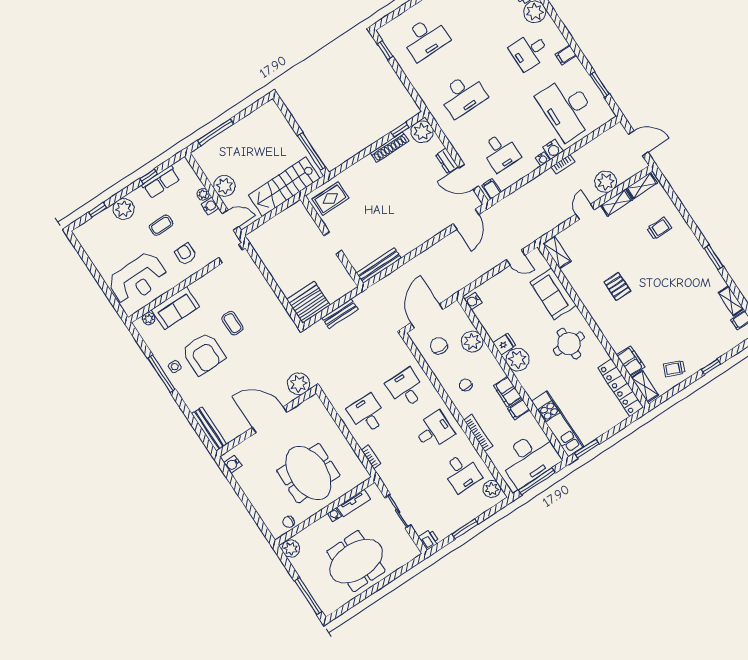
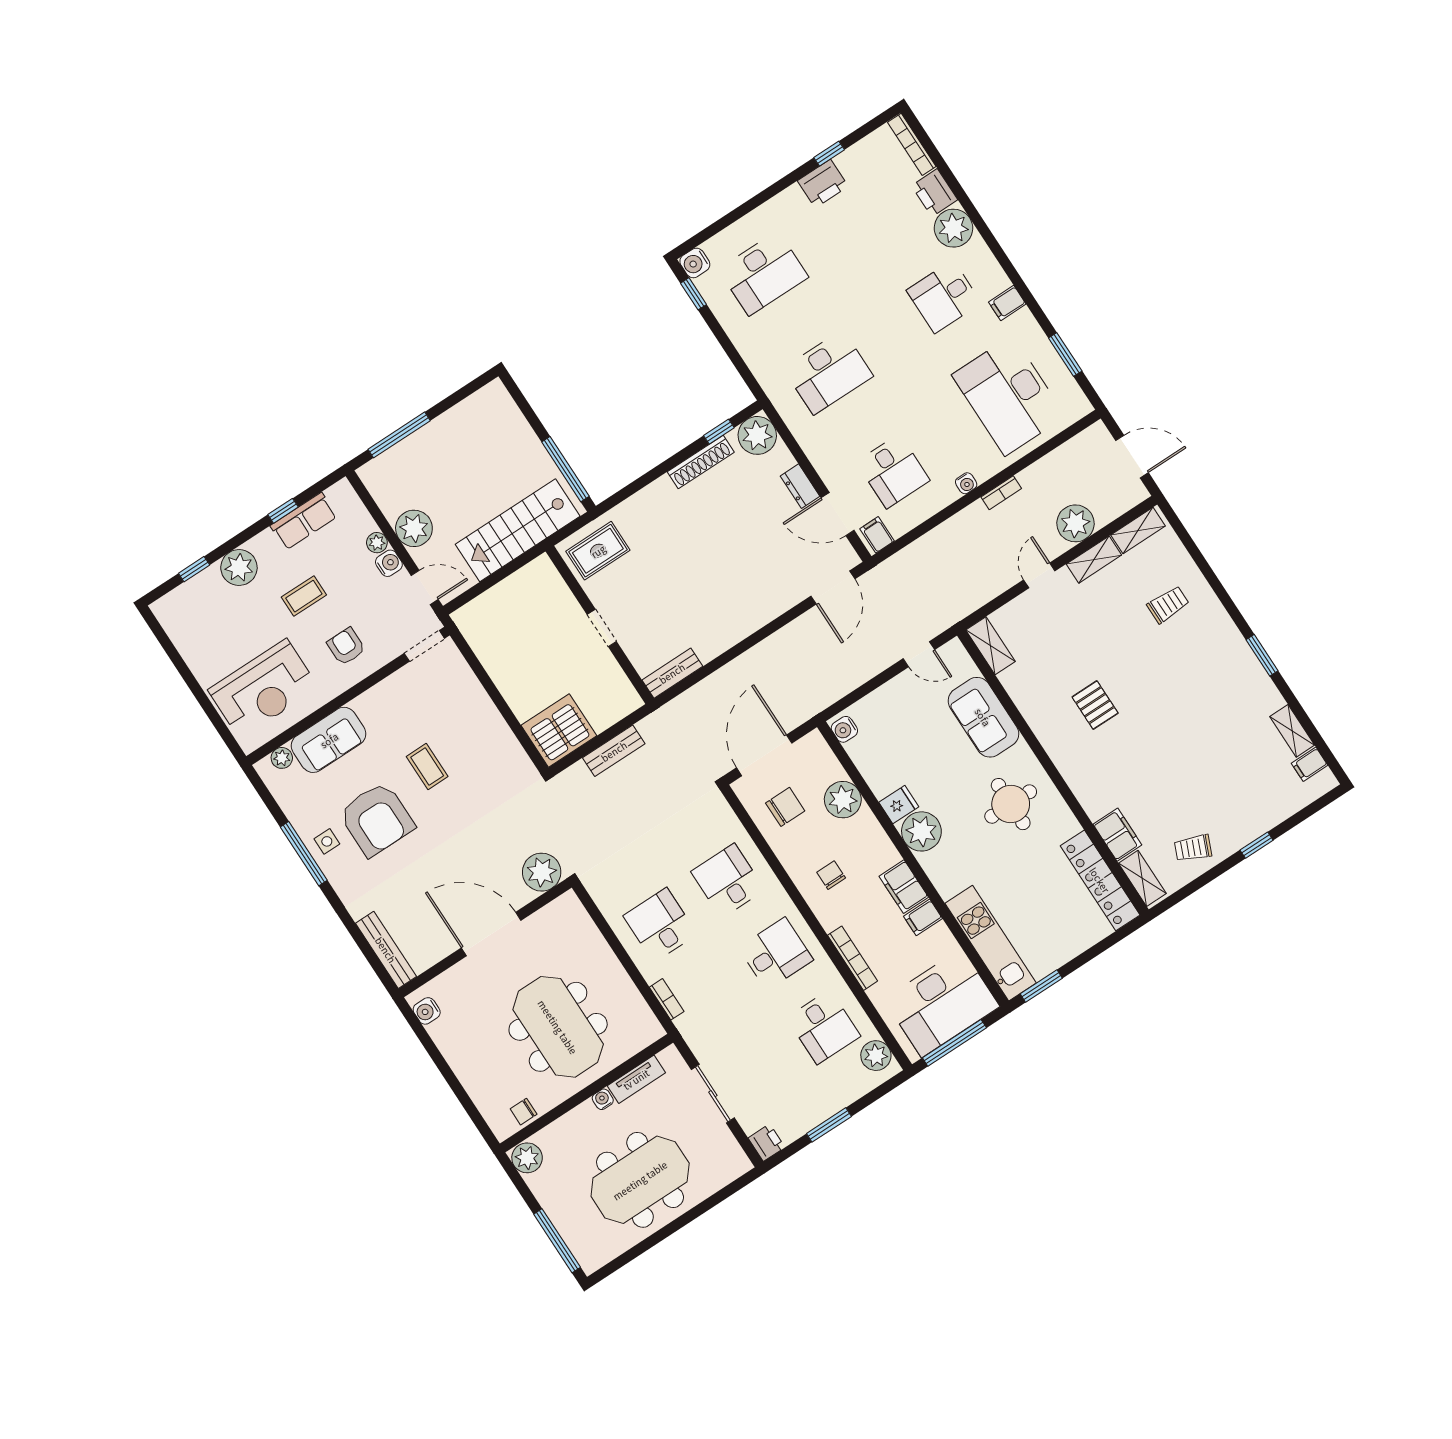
water cooler: (553, 149) -> (695, 263), moved, turned 90
bench: (379, 266) -> (672, 673), width x0.73
chair: (439, 346) -> (785, 807), turned 90

